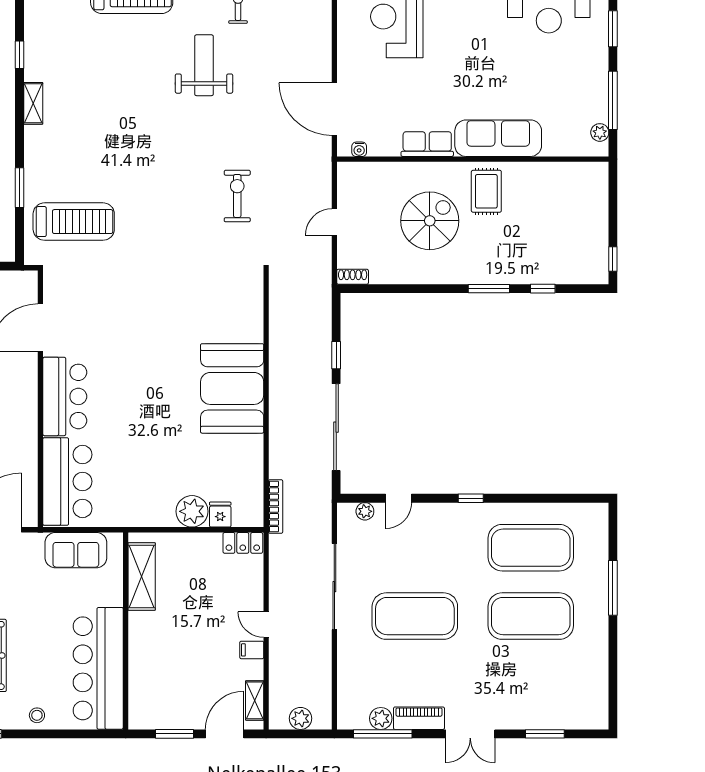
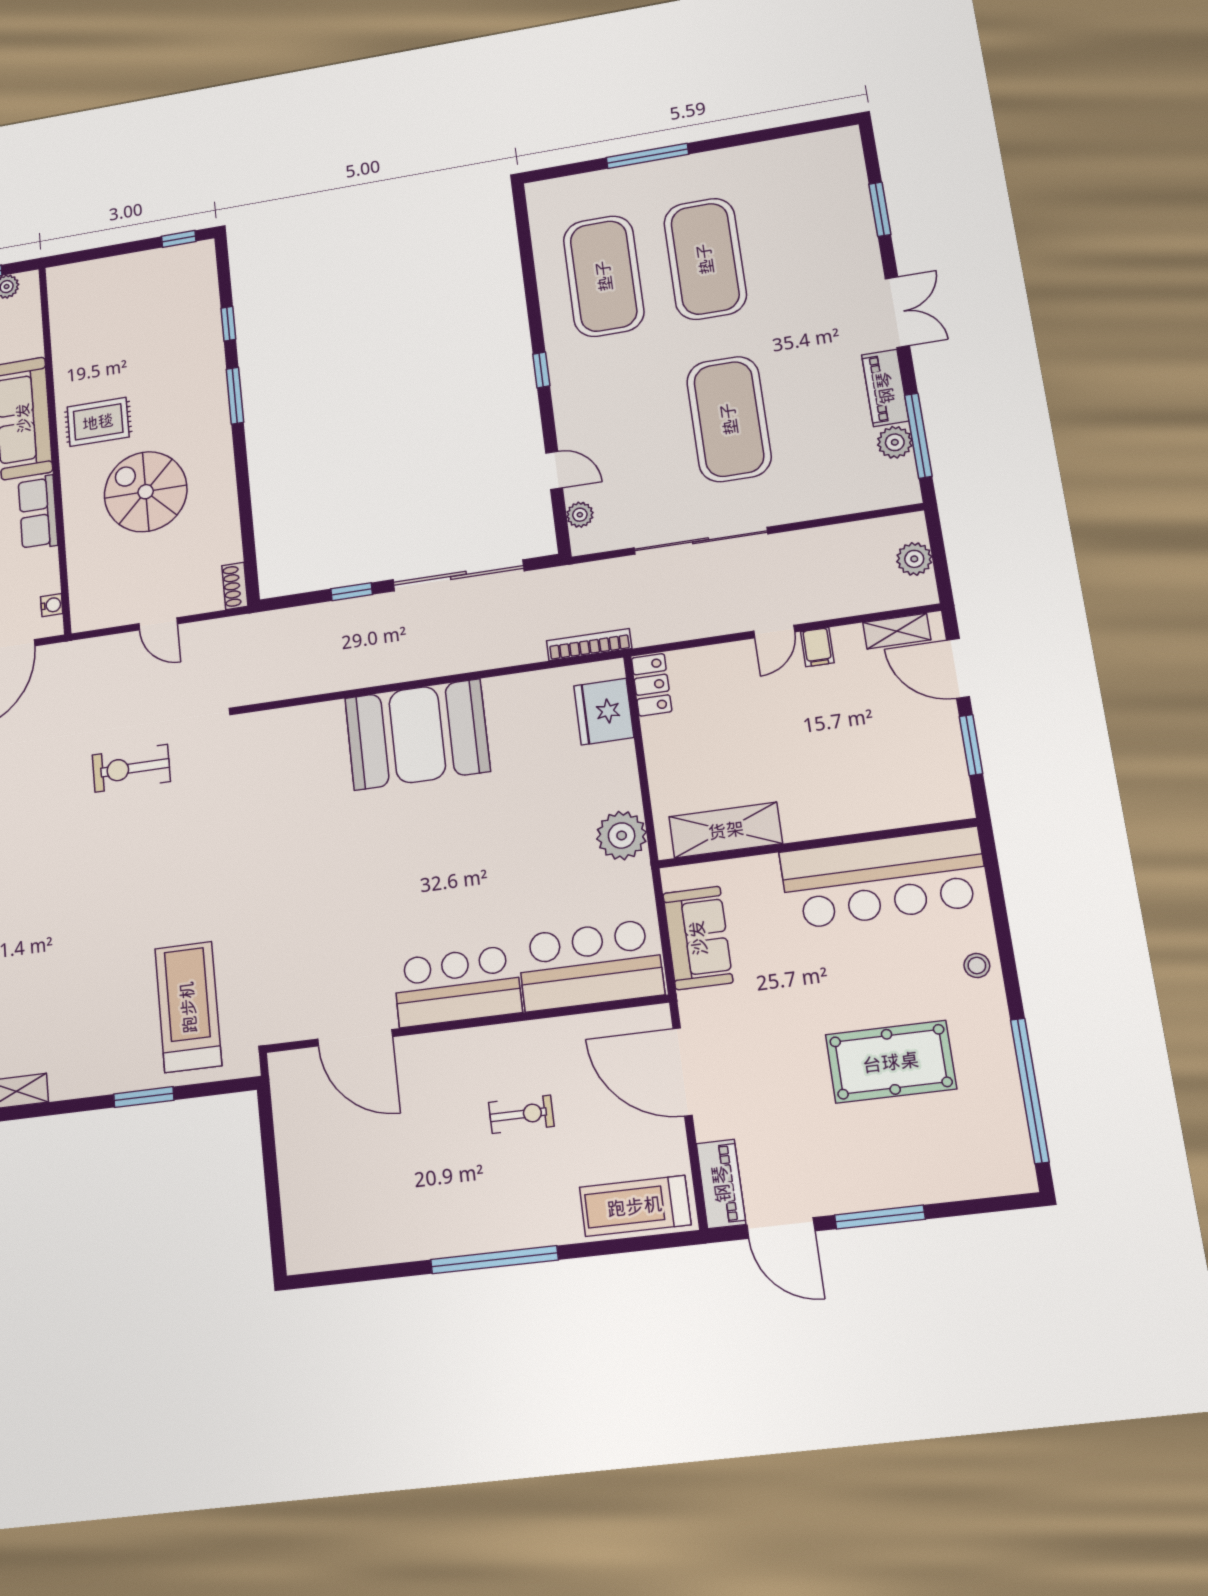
plant: (192, 511) -> (622, 836), moved
fridge: (220, 515) -> (604, 712), width x1.88, depth x1.34

